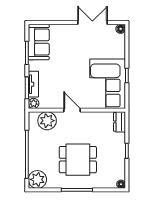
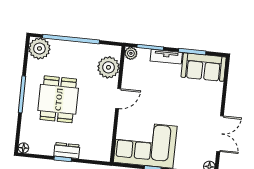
tv unit: (33, 84) -> (166, 57), moved
dresser: (119, 122) -> (67, 151), moved

